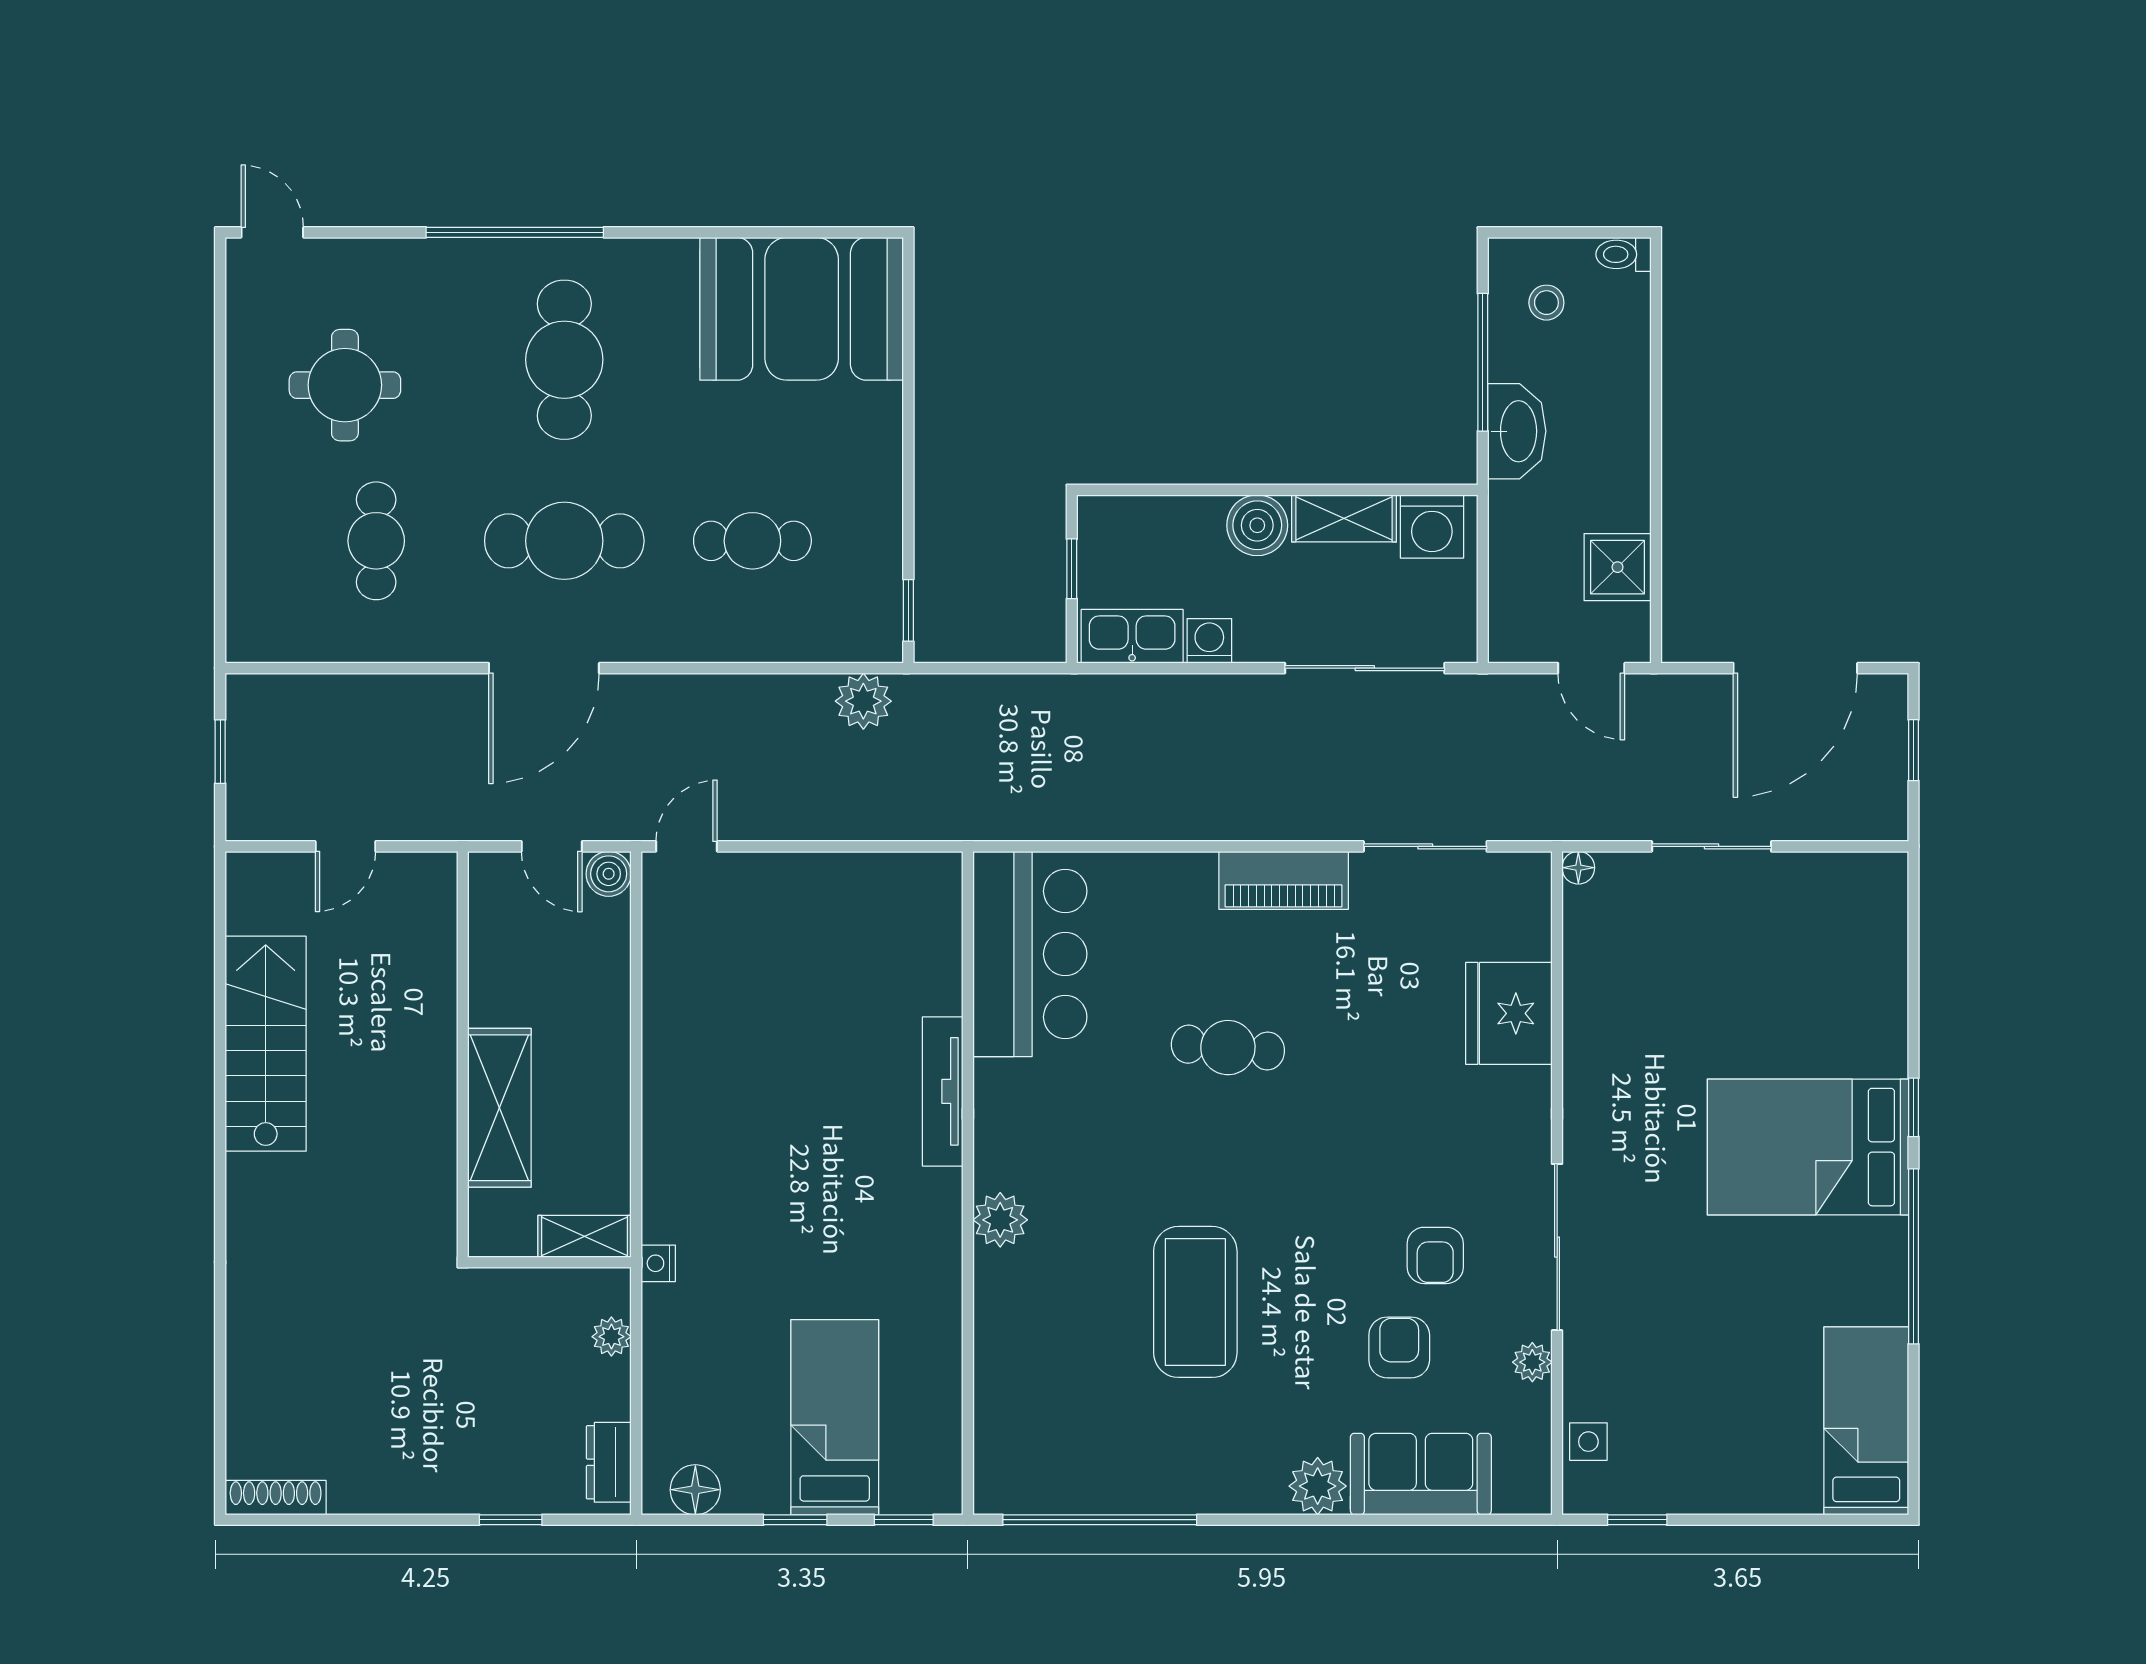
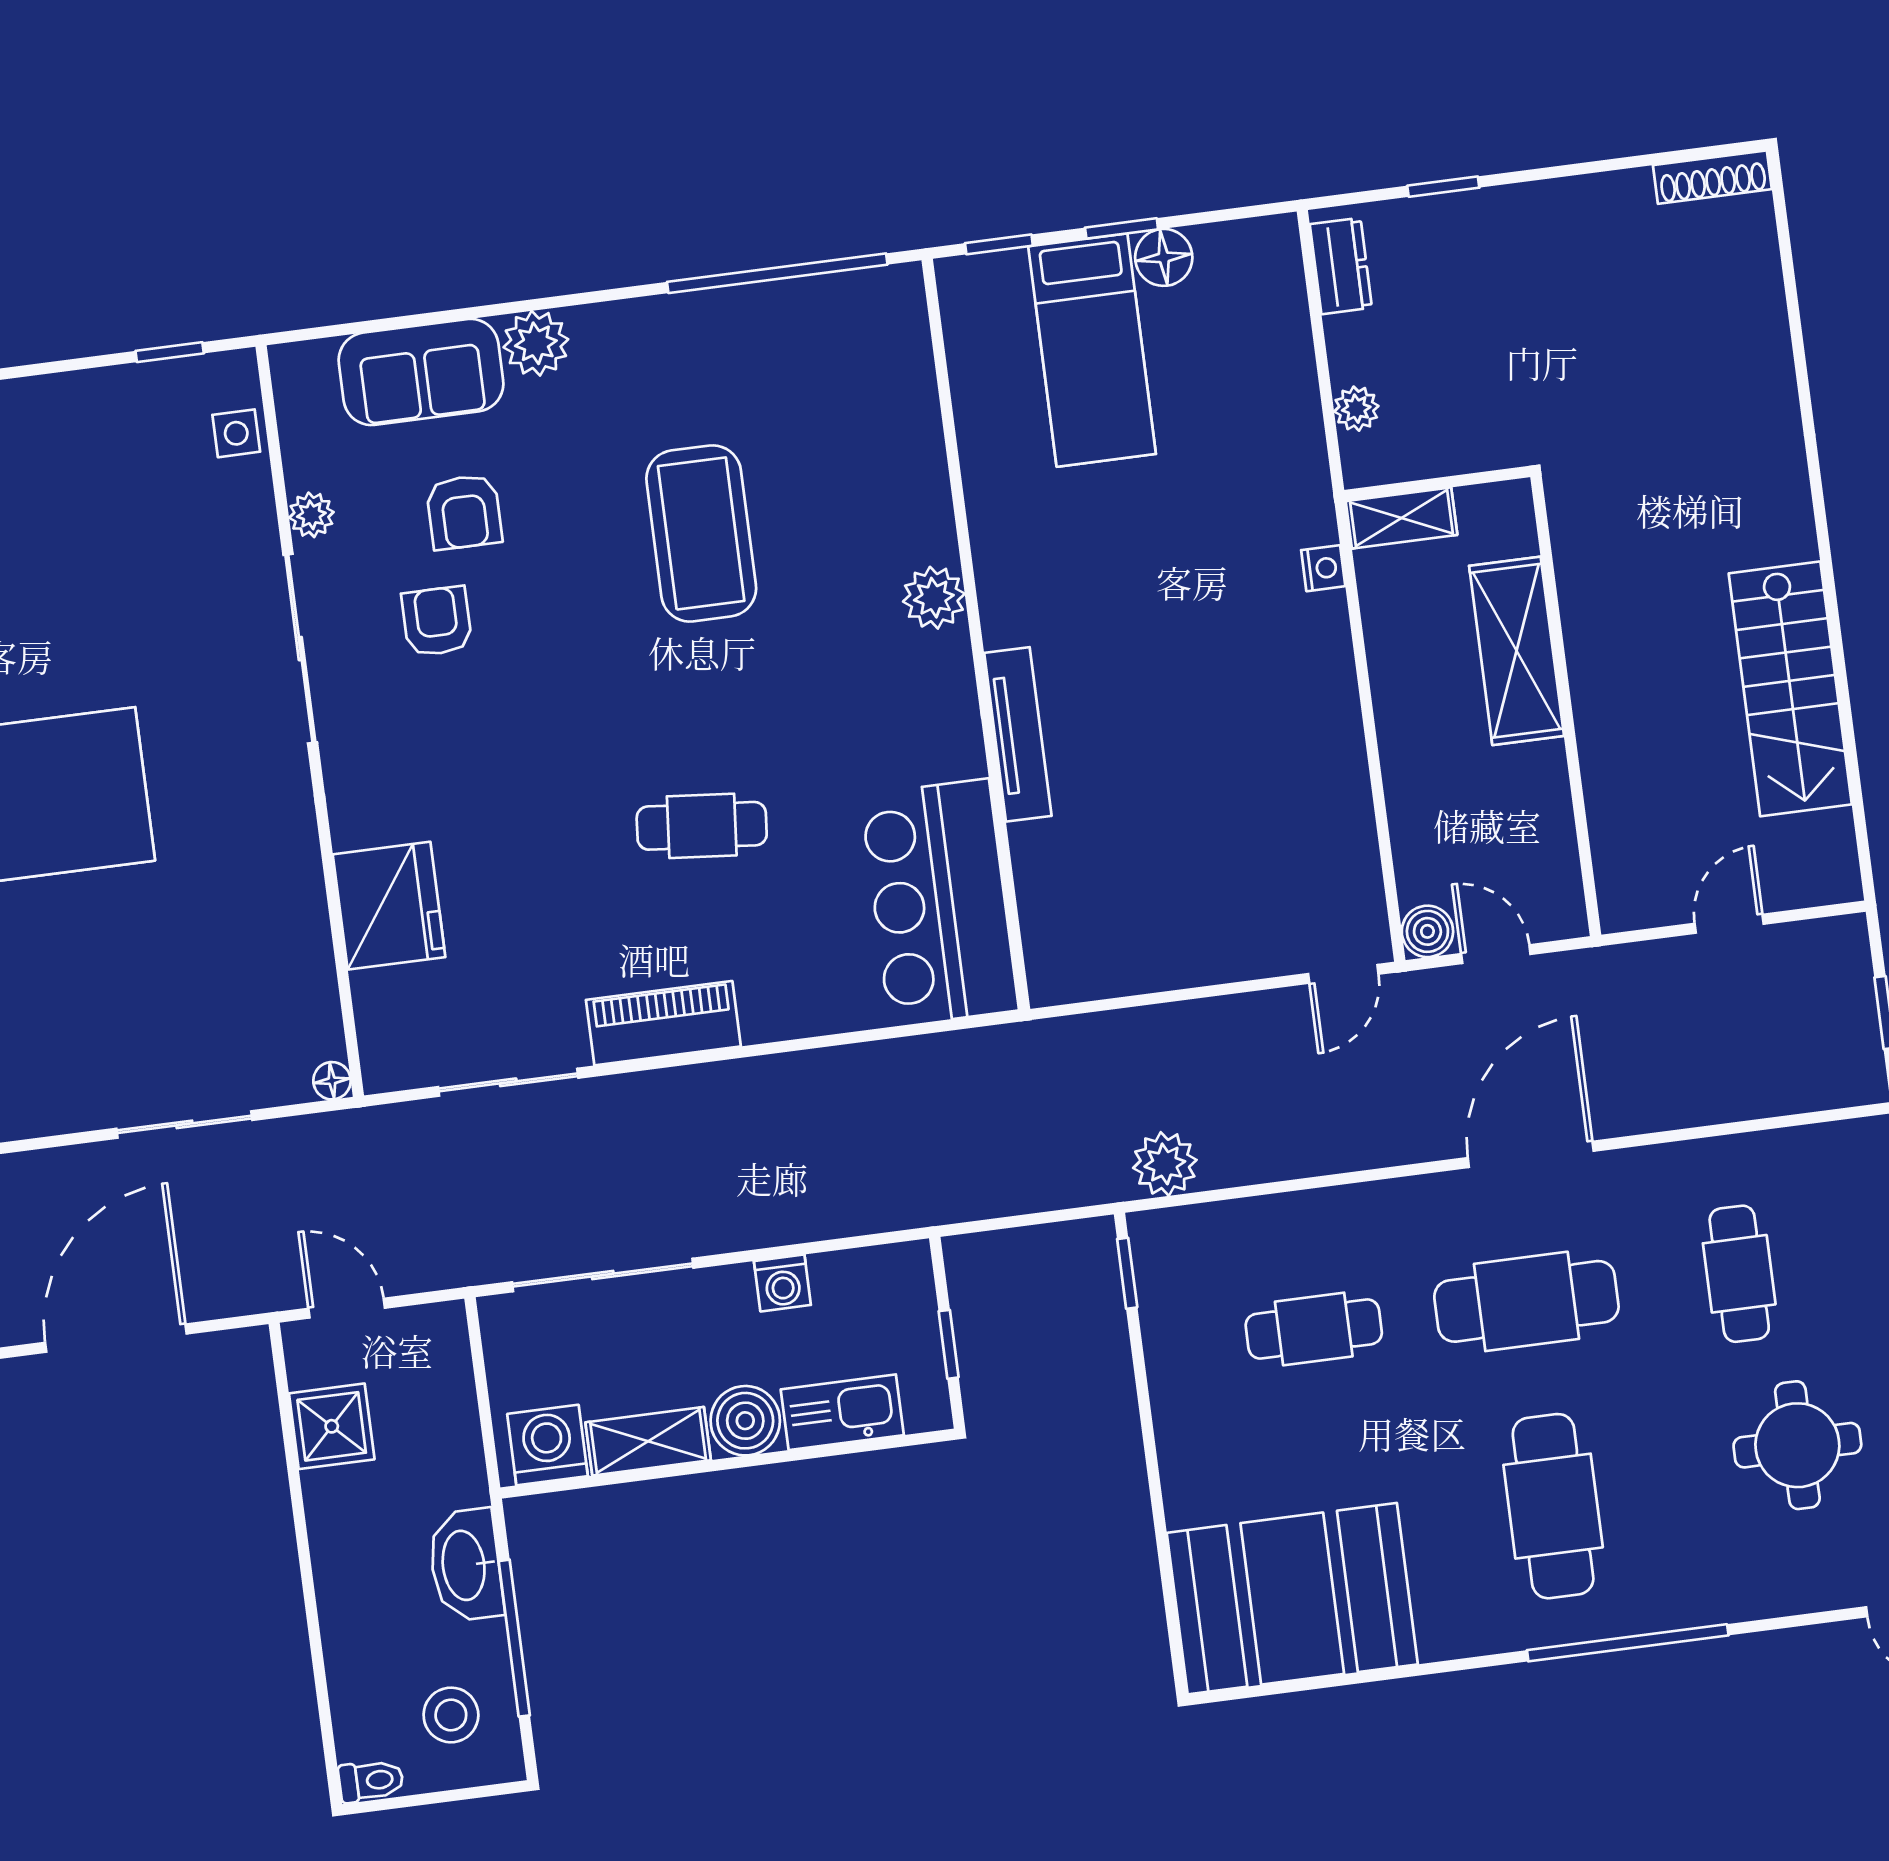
stool: (1546, 303) -> (451, 1715), width x1.37, depth x1.37
kitchen sink: (1132, 636) -> (842, 1412), moved, turned 180
nightstand: (658, 1263) -> (1323, 568), moved
floor lamp: (695, 1490) -> (1164, 257), moved

